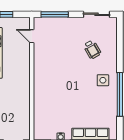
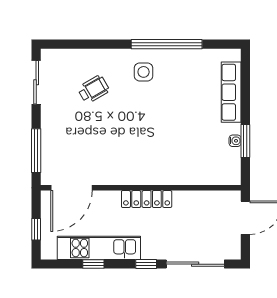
door: (32, 36) -> (72, 188), width x1.88
locker: (25, 82) -> (147, 199), added

